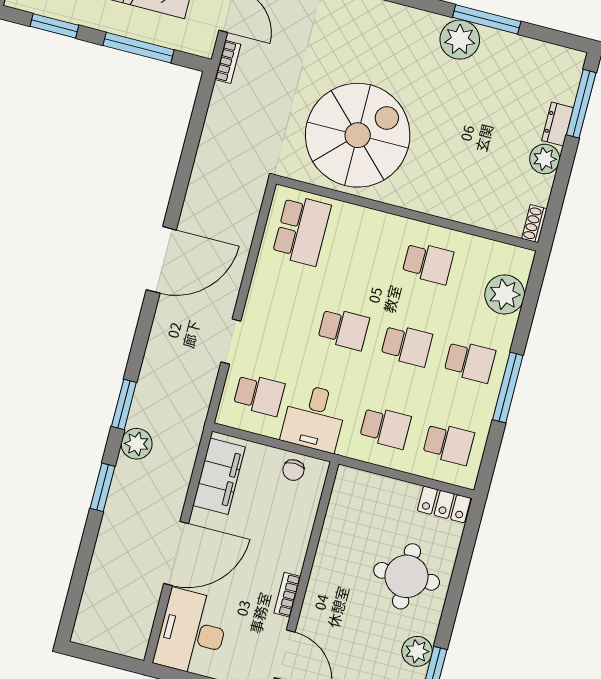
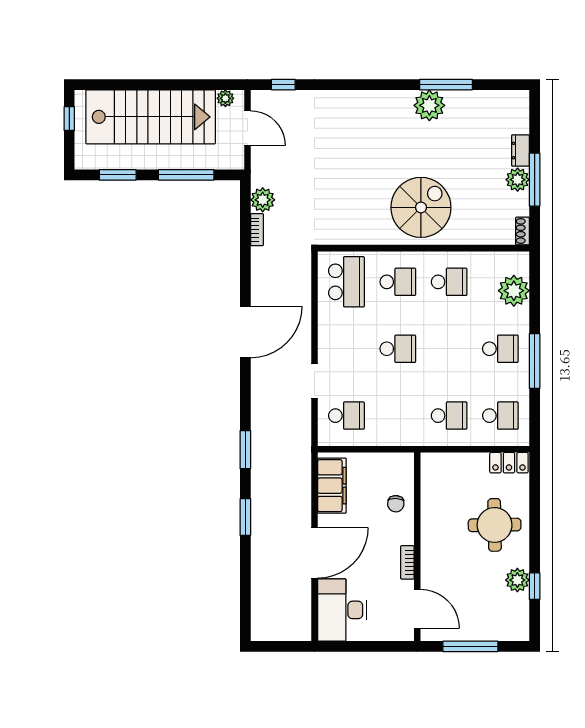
bookcase: (228, 62) -> (257, 230), moved
window: (581, 104) -> (535, 180), moved
spiral stairs: (358, 135) -> (421, 207), moved, width x0.73, depth x0.73
school desk: (407, 345) -> (398, 282), moved
desk: (314, 418) -> (393, 422), removed
plant: (137, 444) -> (263, 200), moved
chair: (293, 470) -> (396, 504), moved

